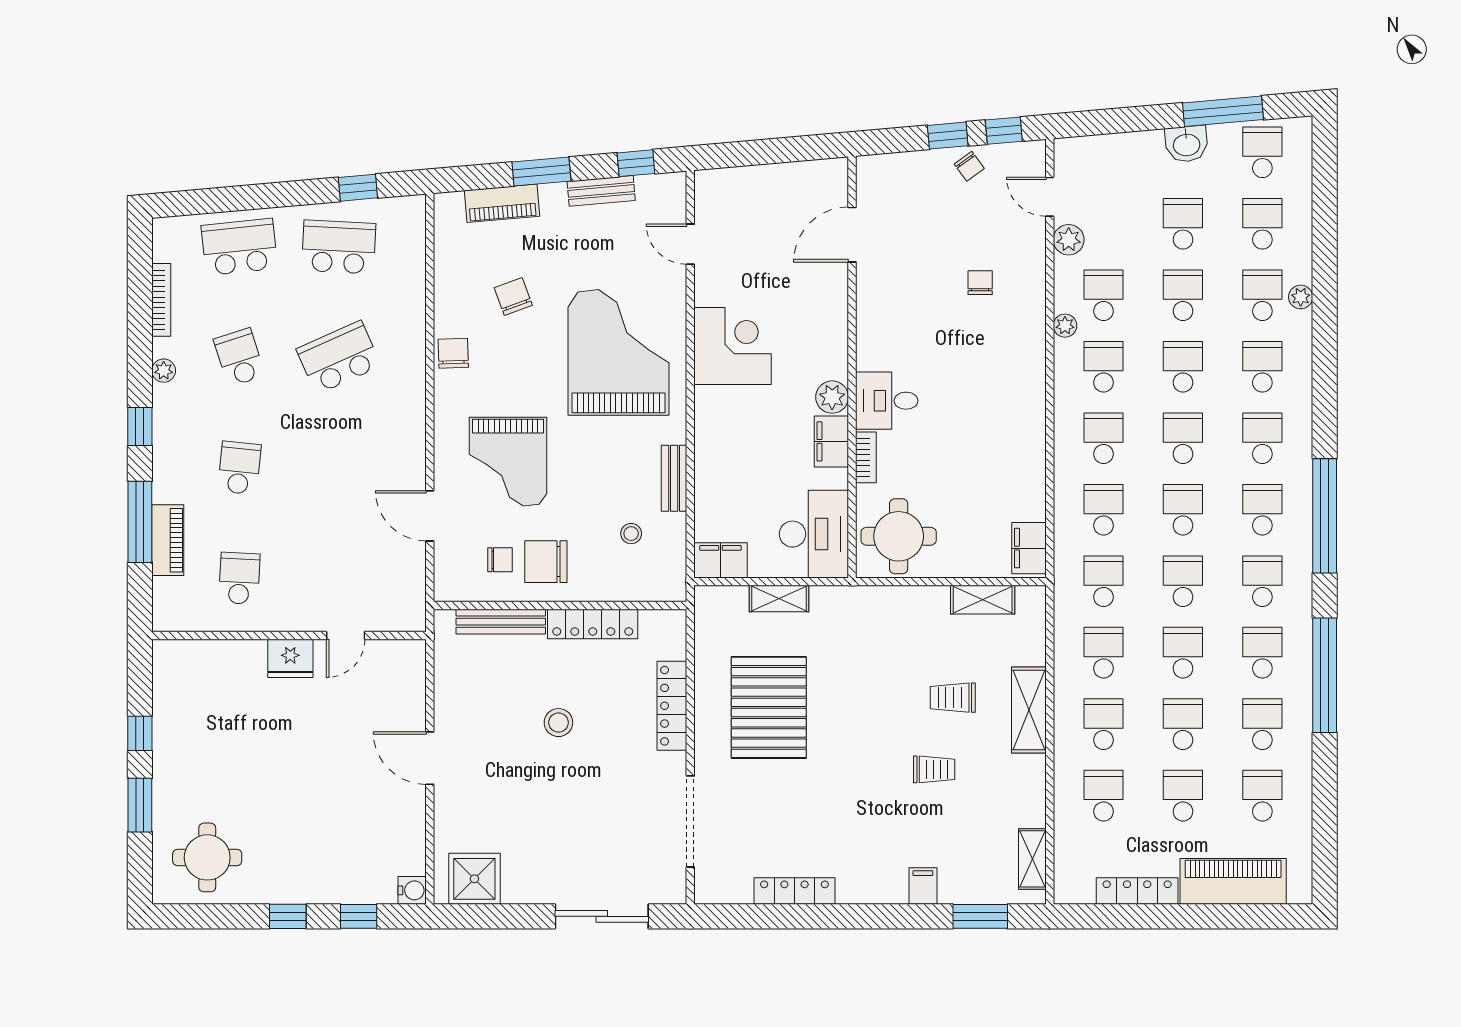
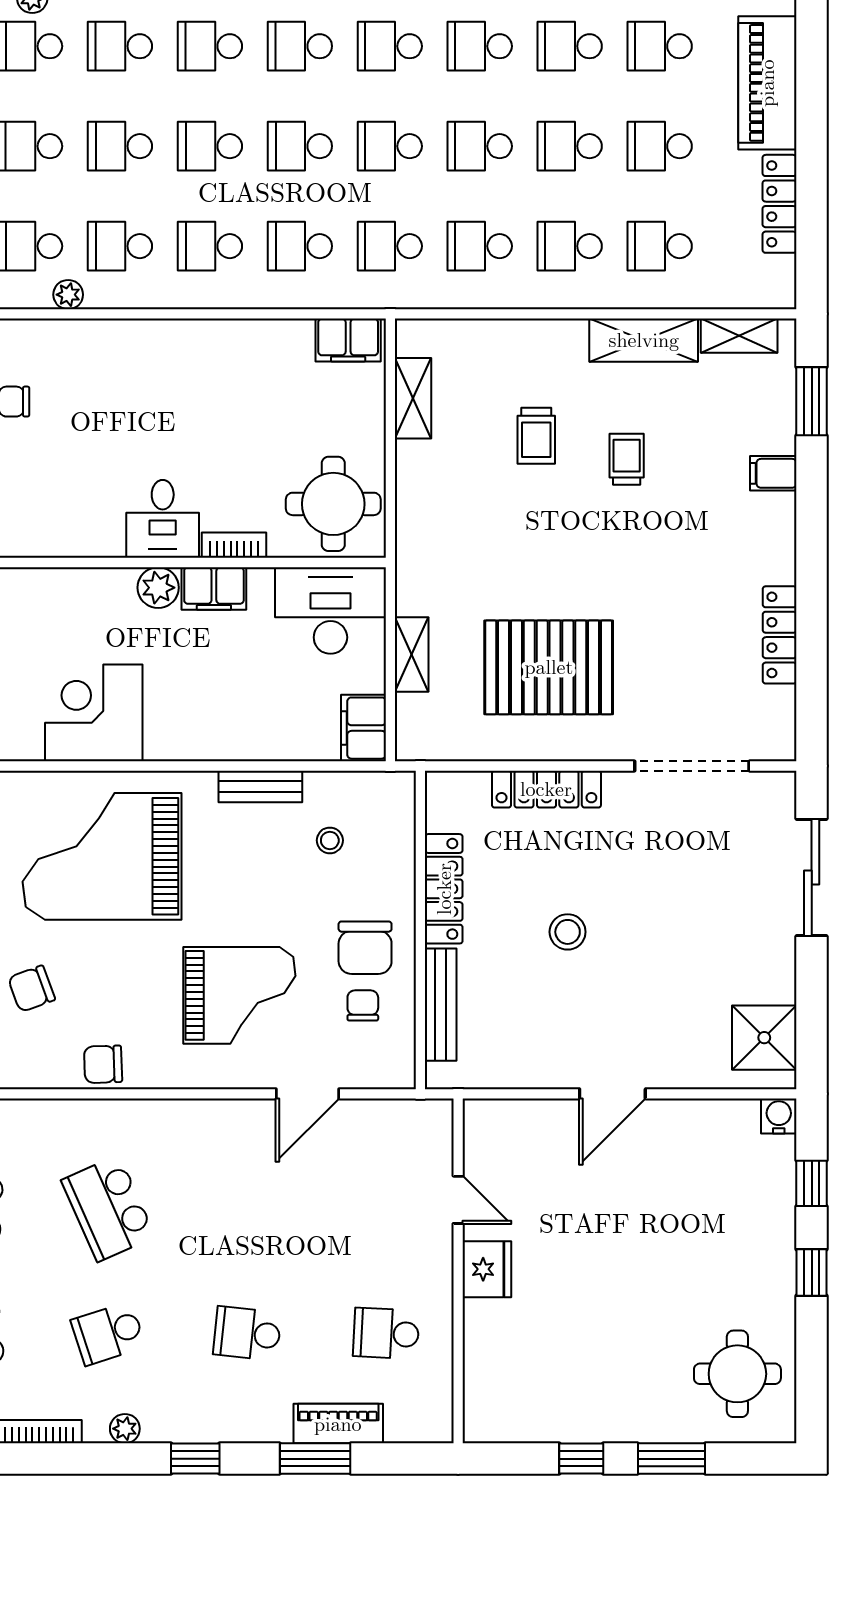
window: (140, 522) -> (315, 1459), width x0.69
shelving: (1029, 710) -> (644, 340), moved

